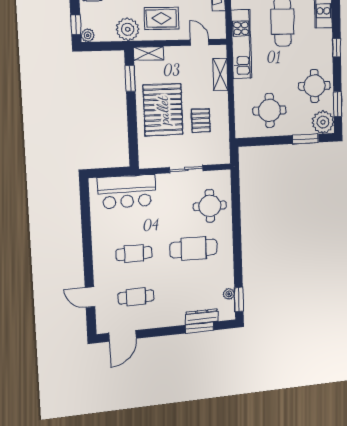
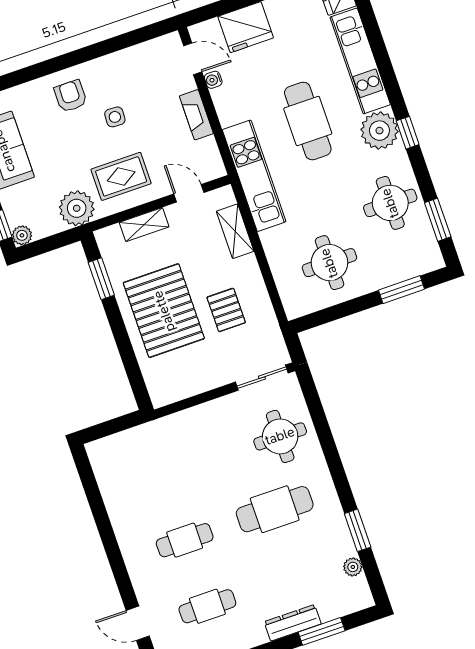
shelving: (149, 53) -> (144, 225), moved
plant: (323, 122) -> (379, 131), moved
sliding door: (186, 169) -> (262, 378), moved
bar counter: (127, 192) -> (146, 449), removed
window: (239, 300) -> (358, 530), moved
dresser: (202, 317) -> (293, 623), moved

